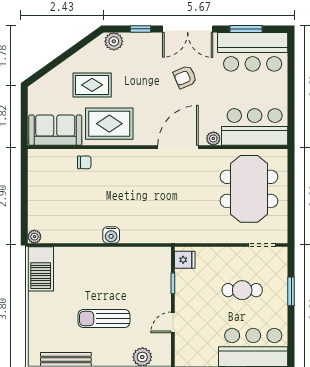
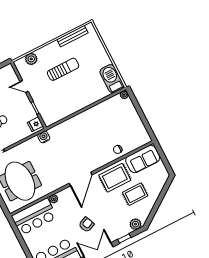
door: (178, 147) -> (81, 179), moved
water cooler: (111, 235) -> (44, 137), moved
door: (173, 322) -> (24, 87), swing flipped

